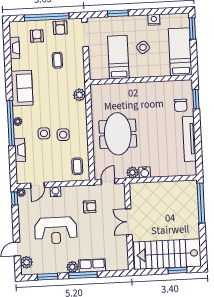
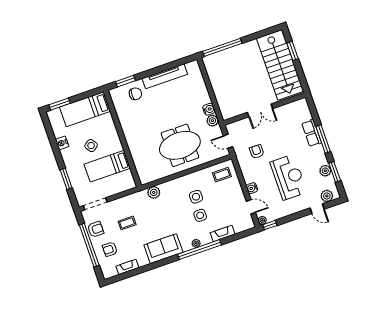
plant: (72, 267) -> (325, 171), moved

